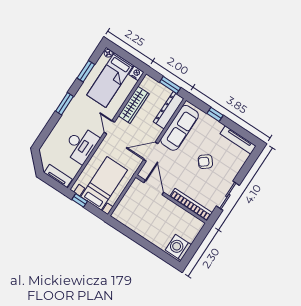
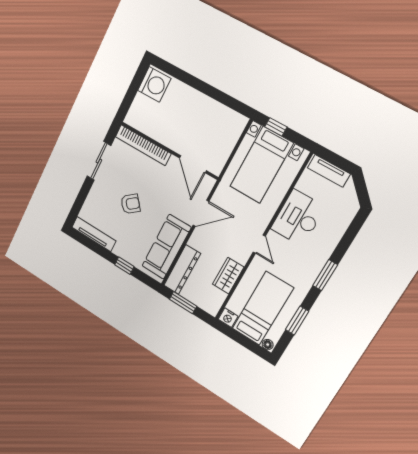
wardrobe: (134, 105) -> (228, 276), width x0.67
window: (80, 200) -> (276, 127), moved

